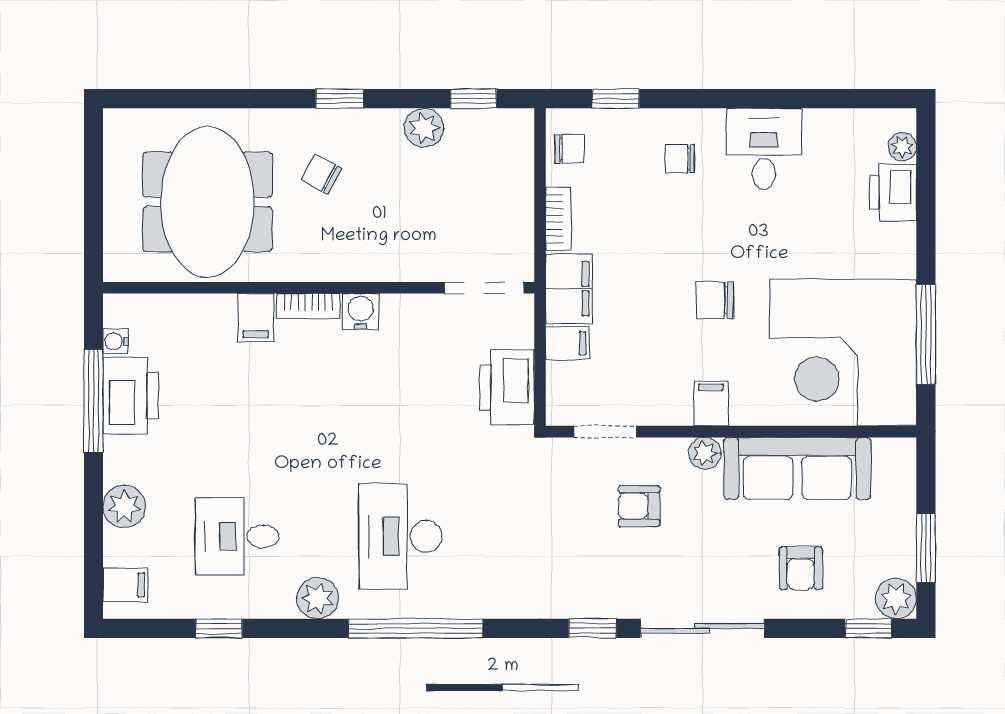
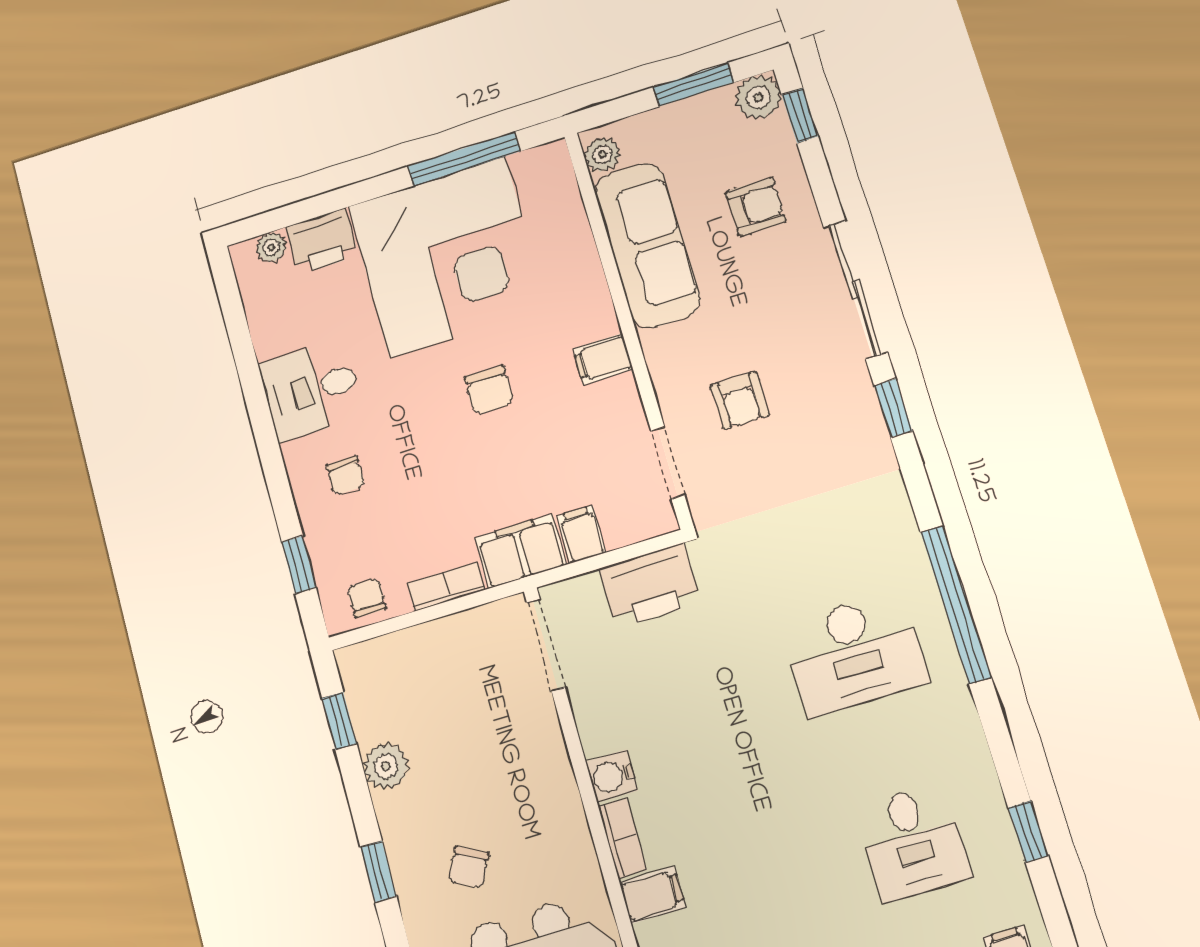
corner desk: (843, 353) -> (448, 257), moved
plant: (705, 453) -> (602, 155), moved
plant: (318, 598) -> (956, 727), removed

